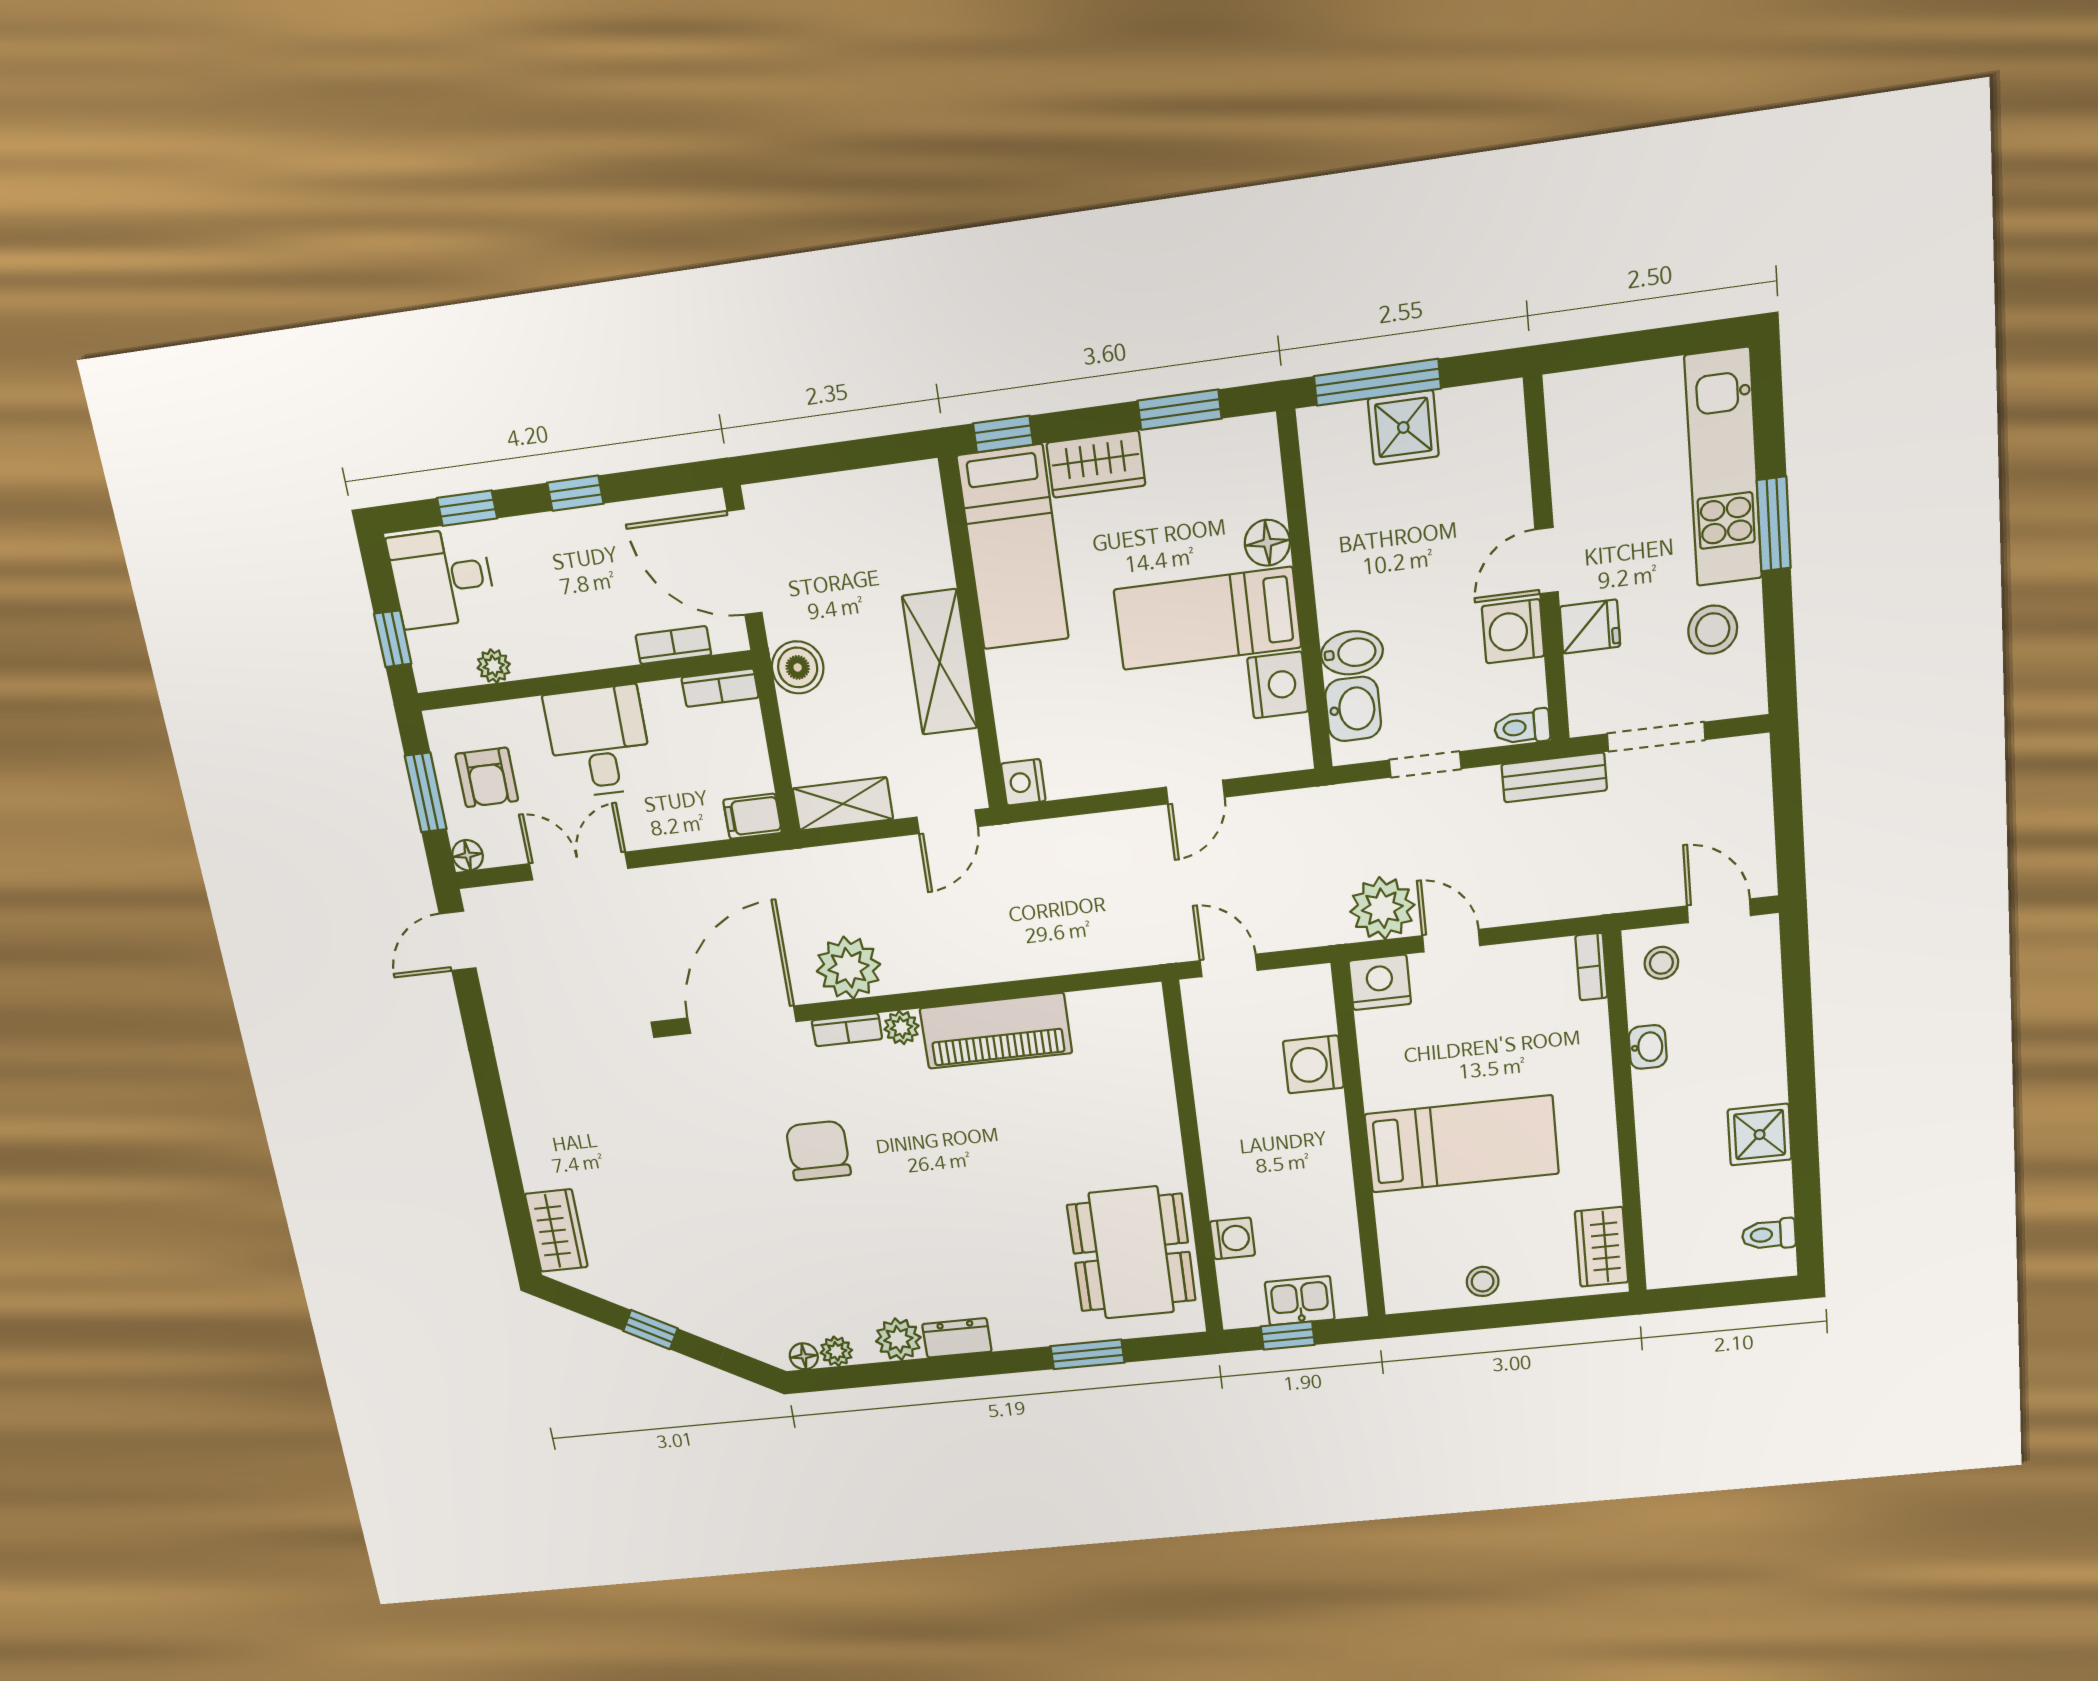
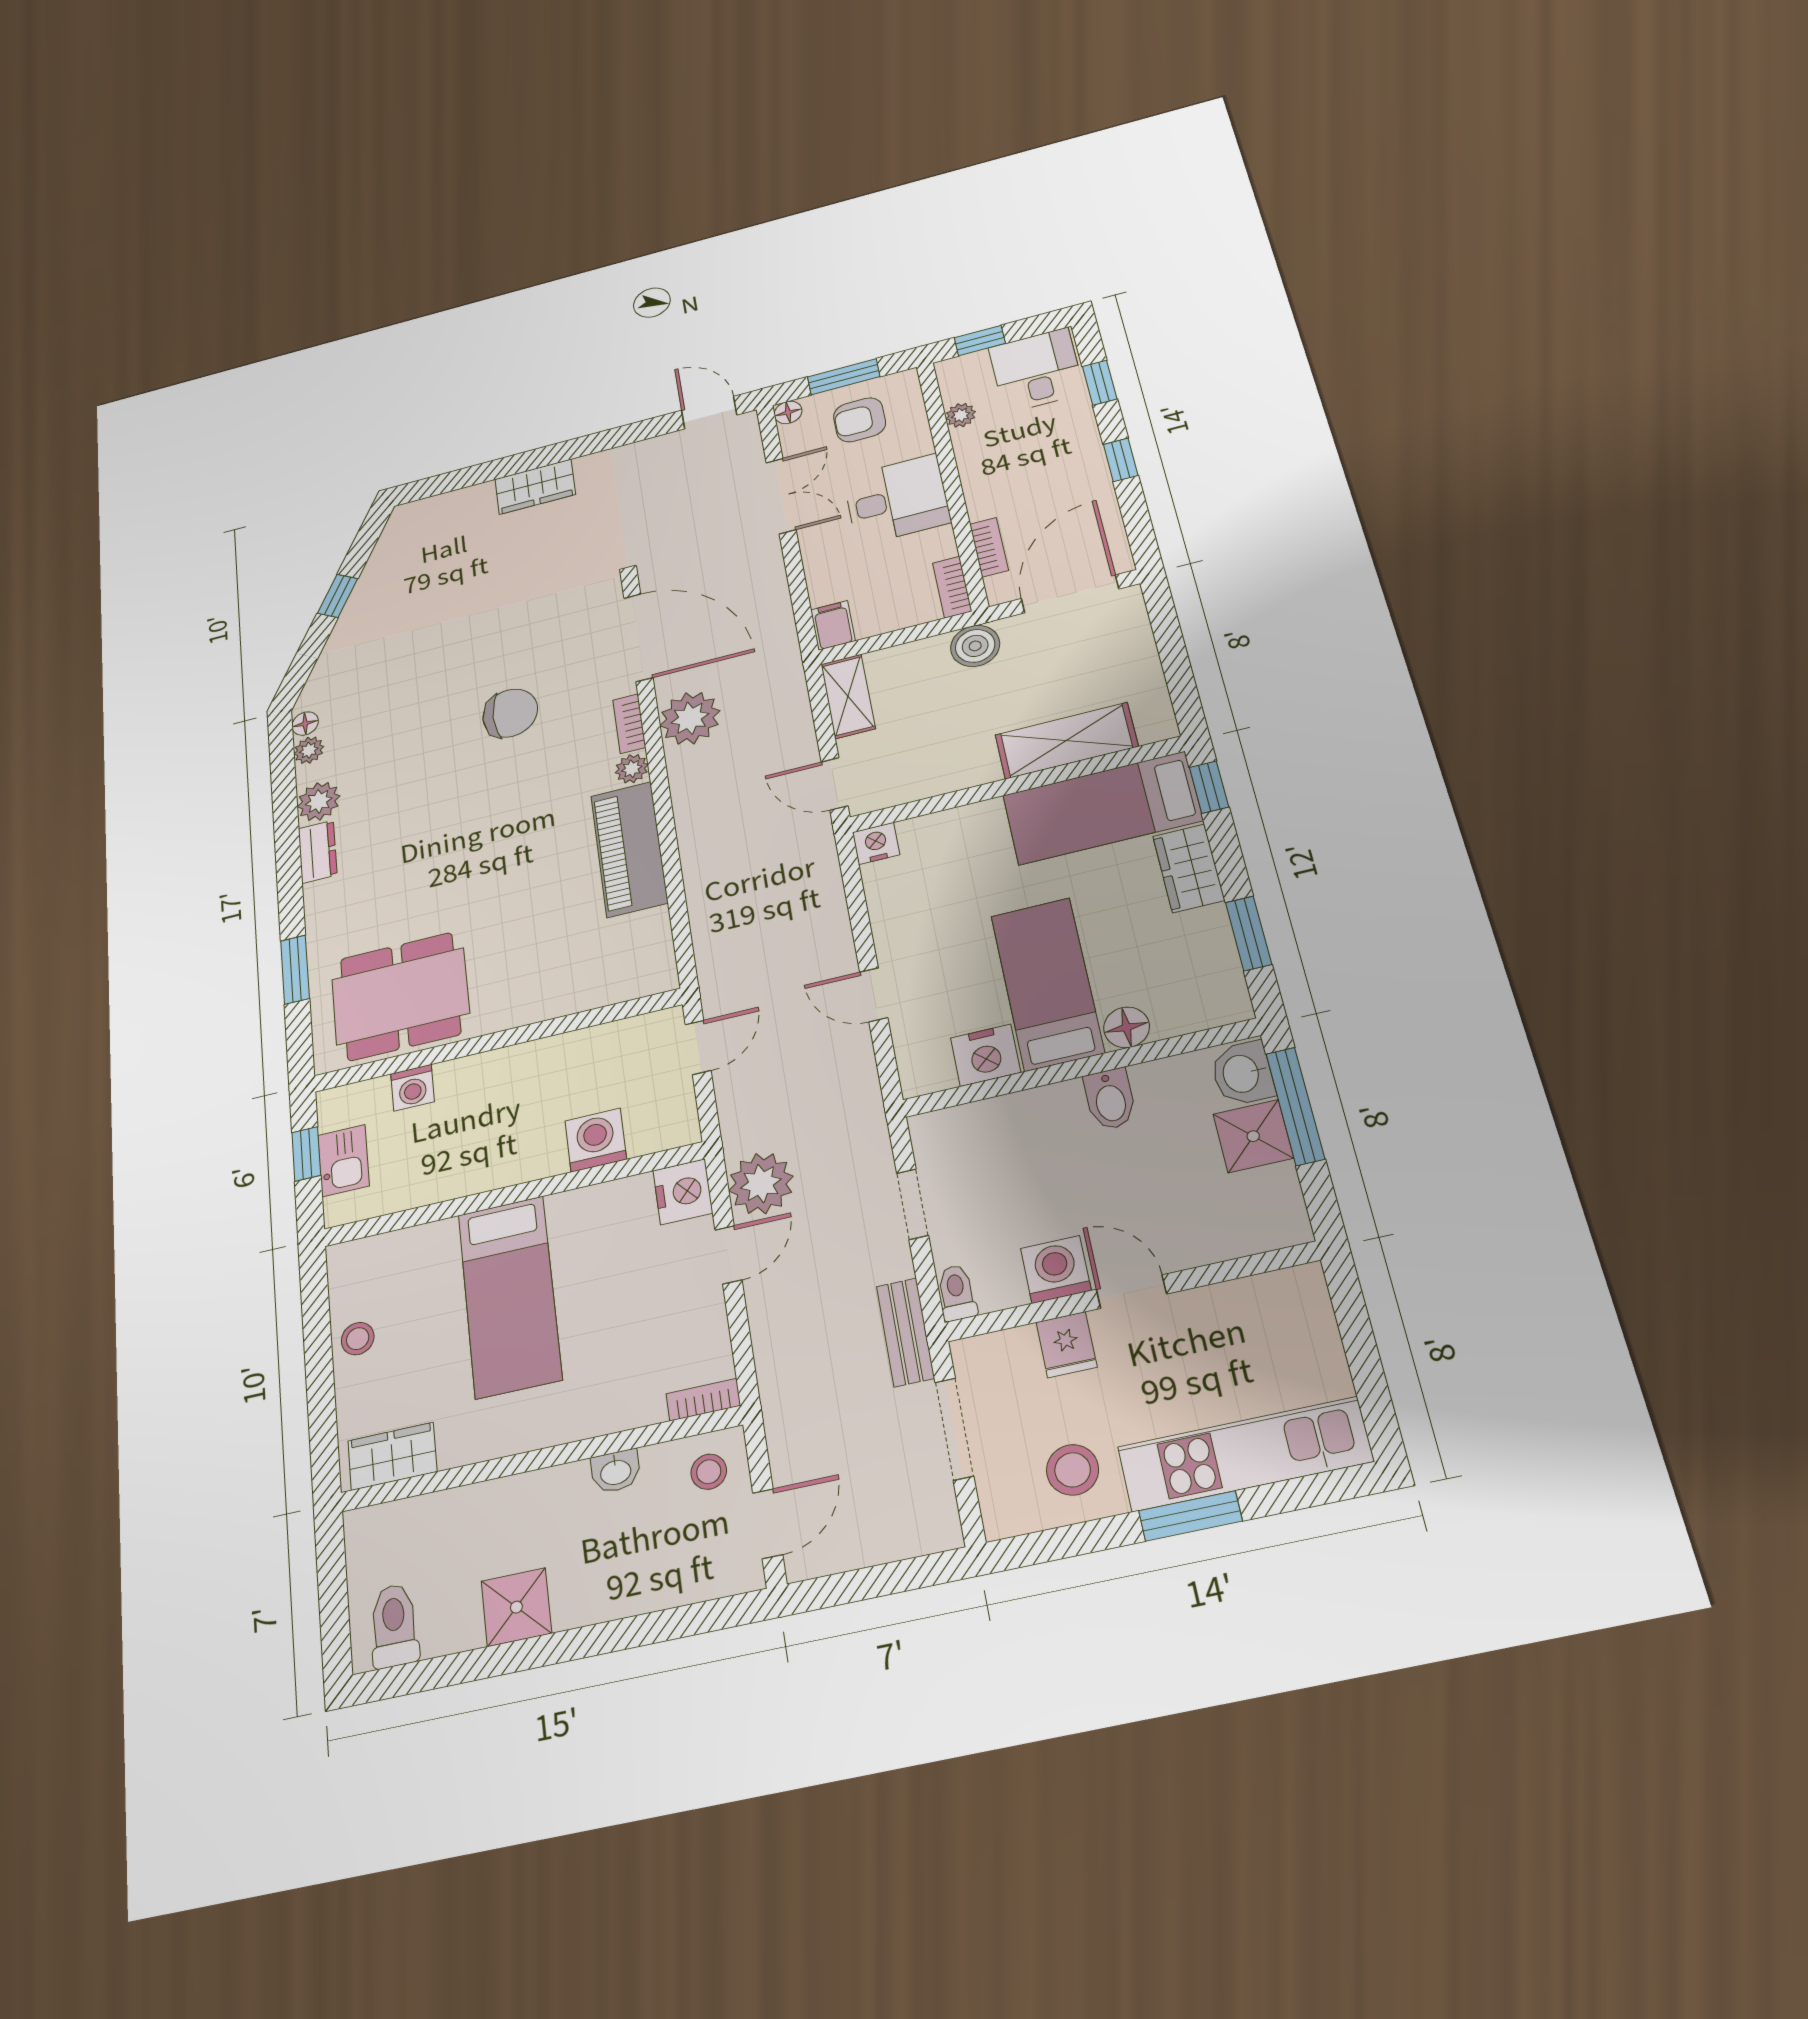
bidet: (1352, 653) -> (1110, 1099), moved
shelving: (940, 662) -> (1066, 741), moved
washbasin: (1353, 709) -> (1242, 1073), moved, turned 90
wardrobe: (556, 1230) -> (535, 487), moved
toilet: (1769, 1234) -> (394, 1626), width x1.37, depth x1.39

